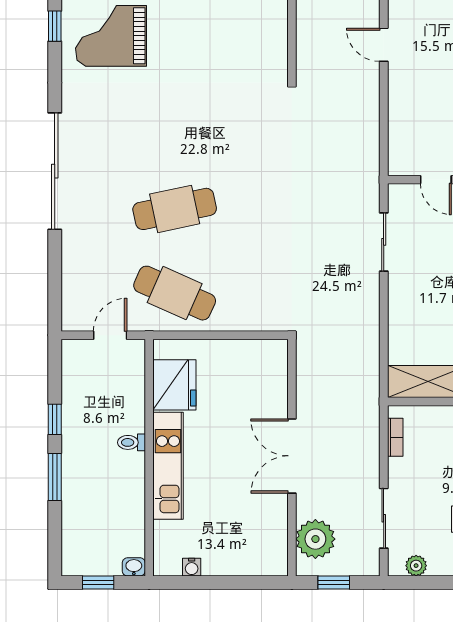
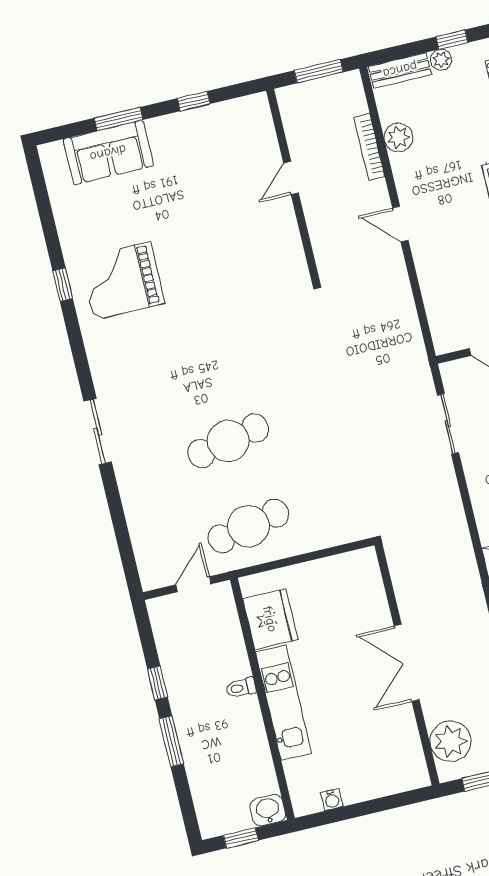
sliding door: (55, 171) -> (98, 432), width x0.54
cafe table: (175, 293) -> (248, 526), turned -36
washbasin: (134, 567) -> (268, 810), width x1.38, depth x1.45

